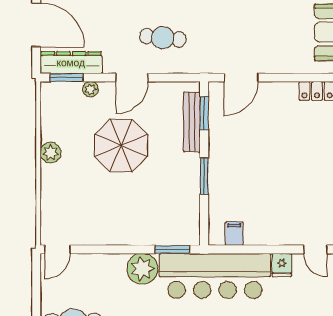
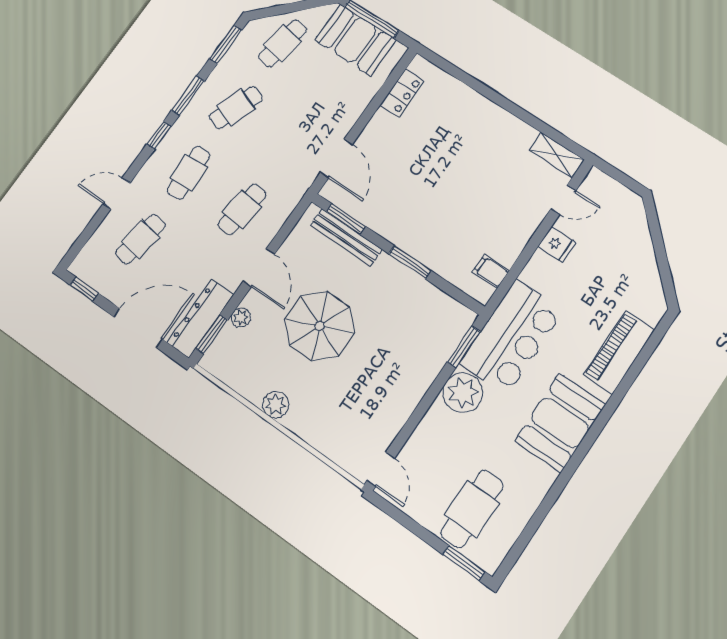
bar counter: (215, 276) -> (511, 337), width x0.73

